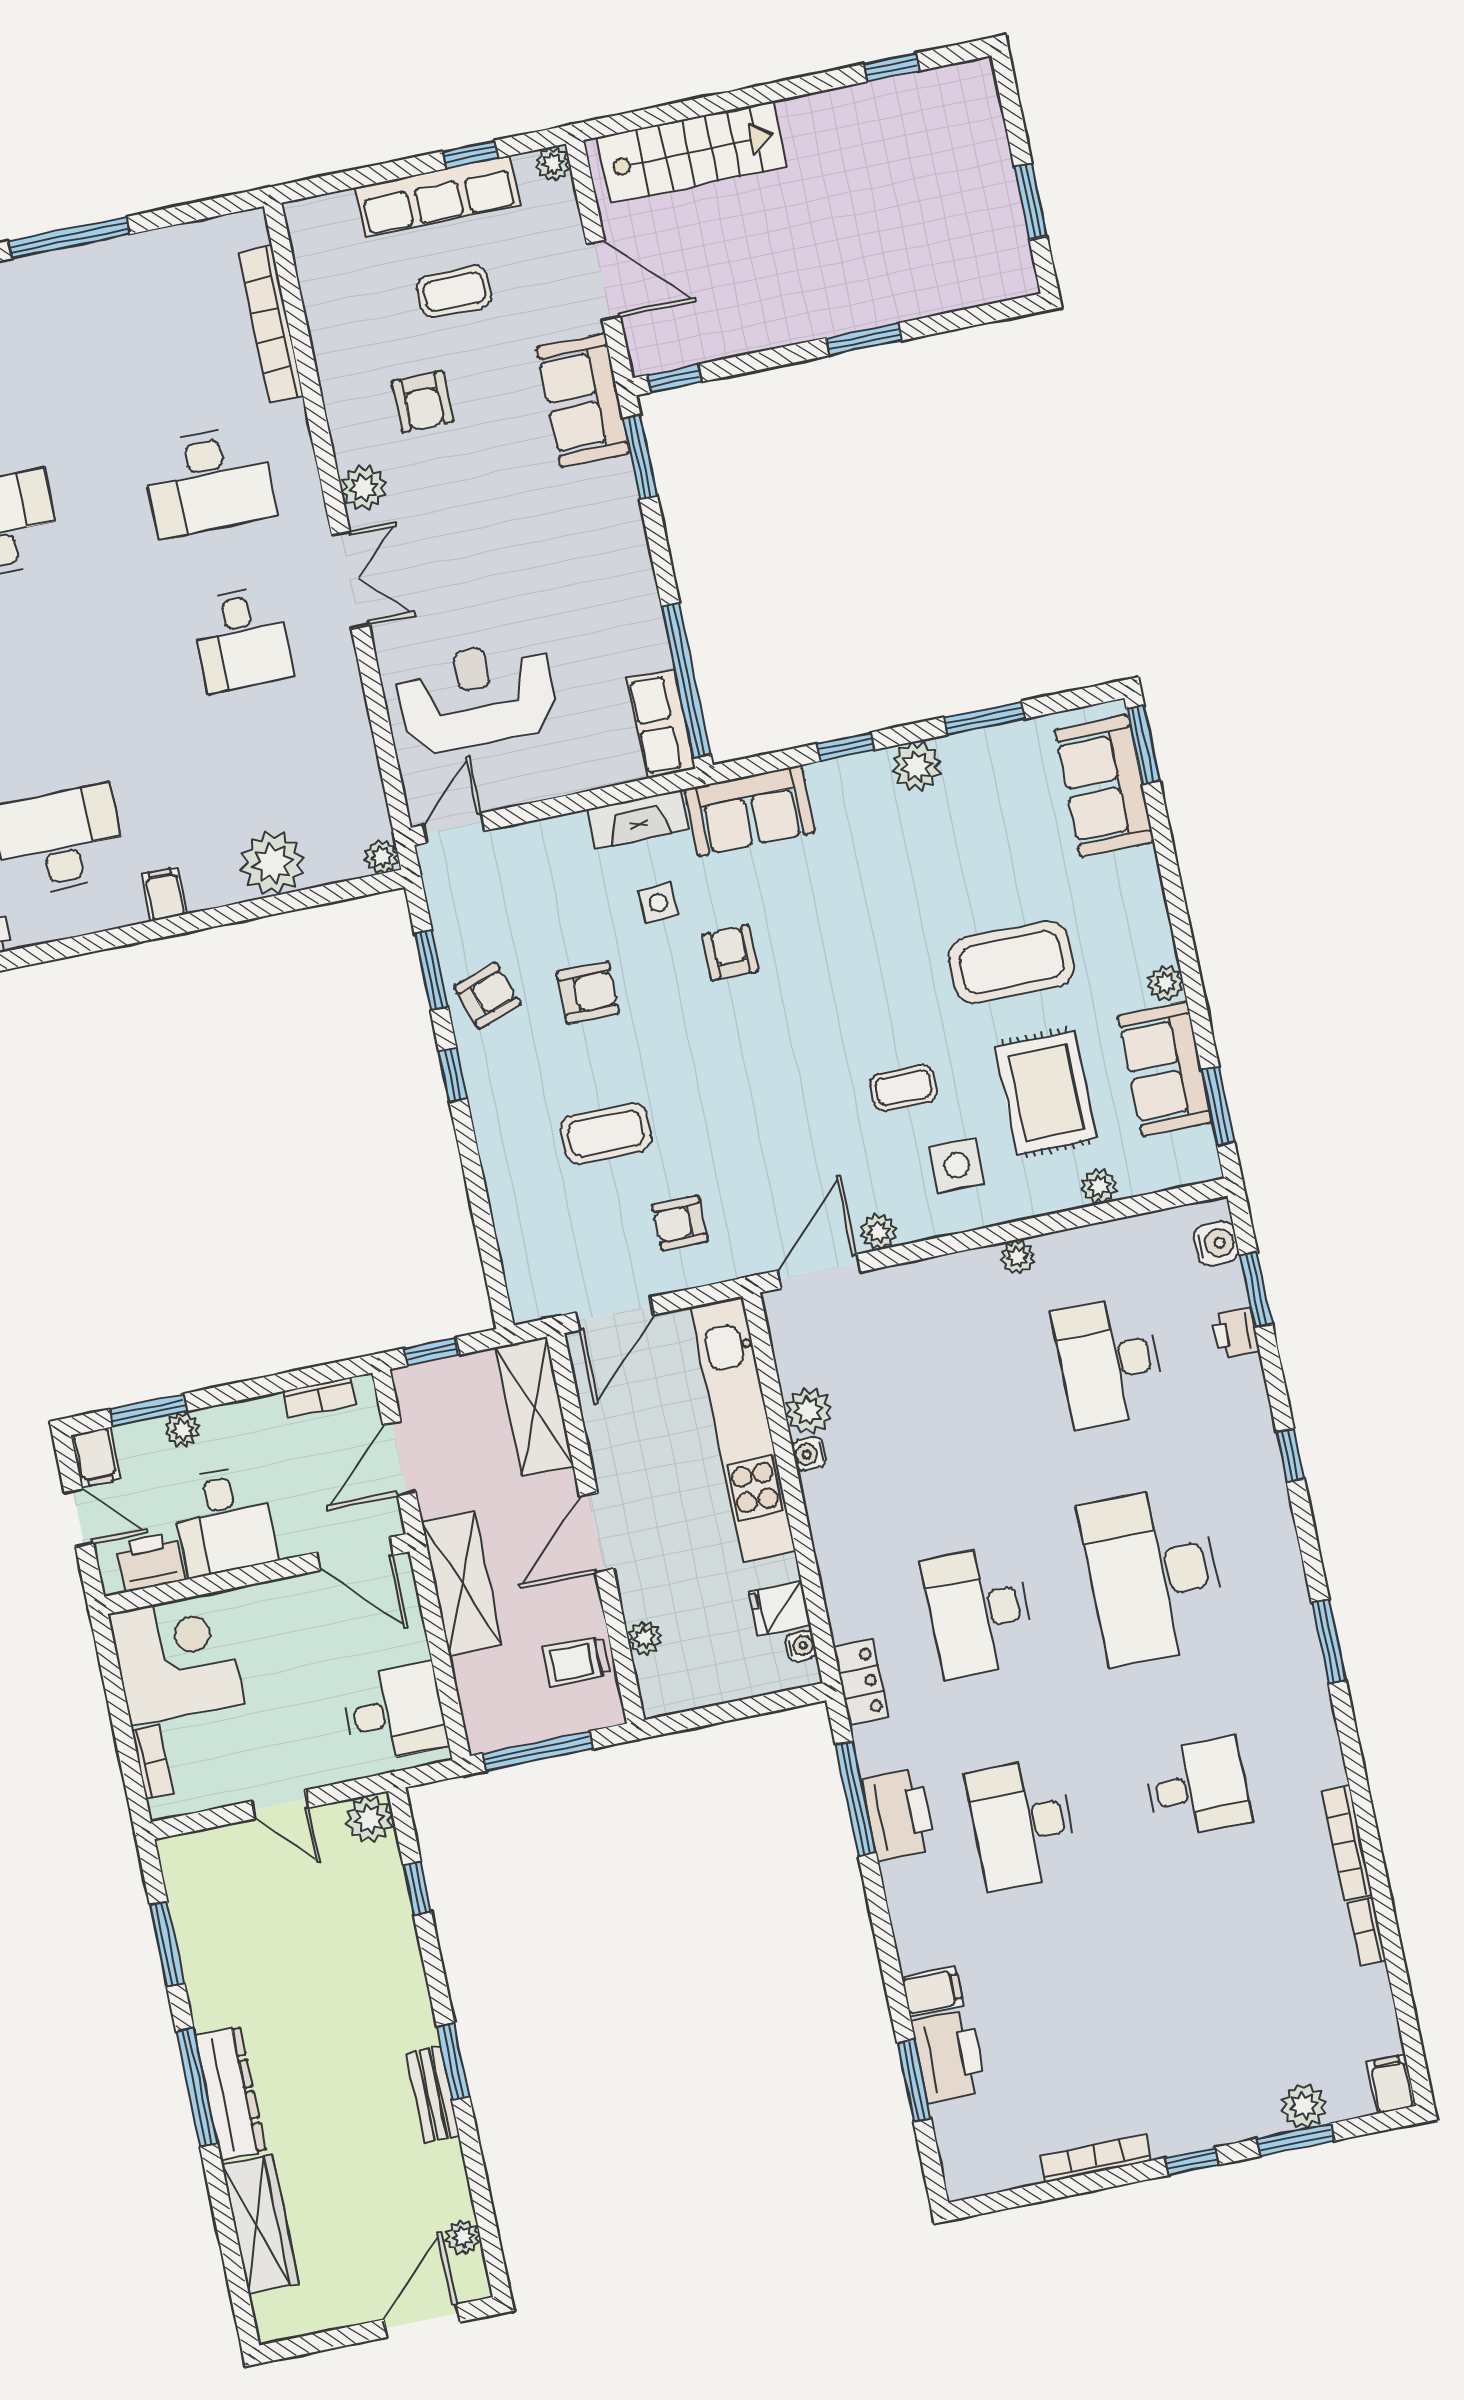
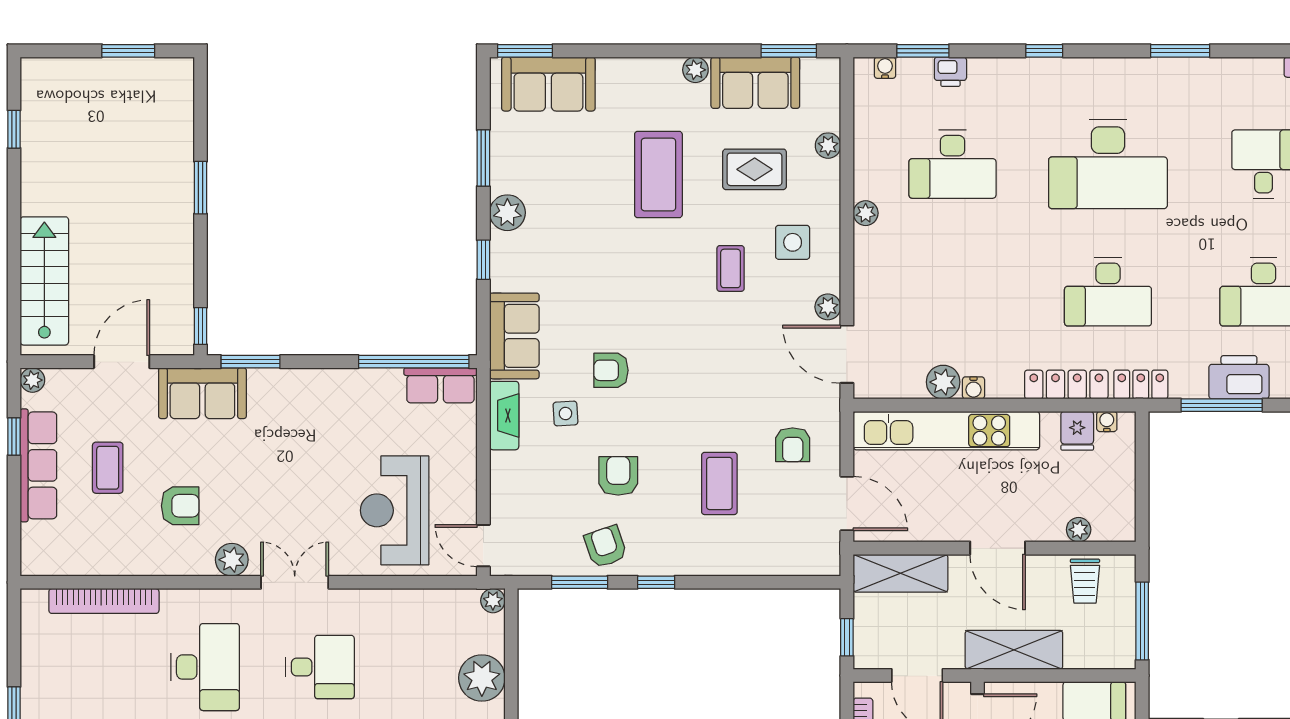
rug: (1046, 1092) -> (755, 169), width x0.73, depth x0.70
water cooler: (1216, 1243) -> (885, 68), width x0.72, depth x0.72
locker: (840, 1580) -> (1066, 385), added

